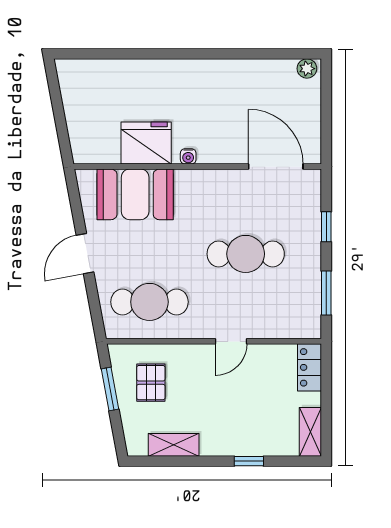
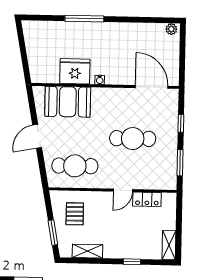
window: (160, 54) -> (84, 19), added
locker: (310, 367) -> (147, 199), moved, turned -90
window: (110, 389) -> (53, 233), moved

